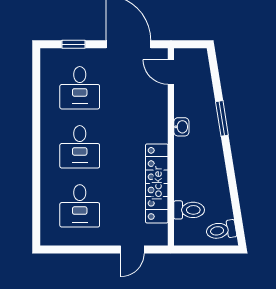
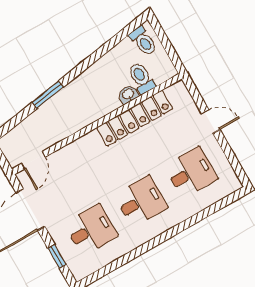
washbasin: (181, 127) -> (128, 94), moved
door: (132, 249) -> (211, 121), moved

